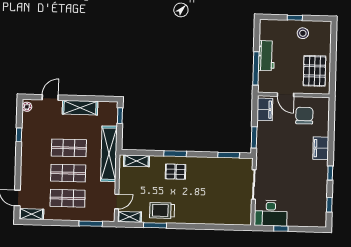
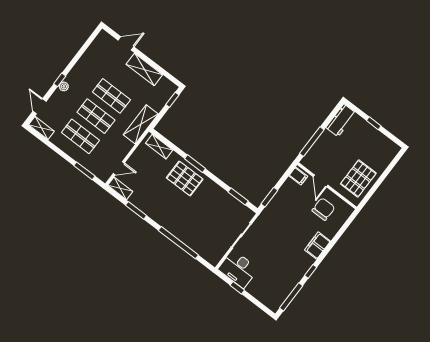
stool: (303, 33) -> (371, 141), removed
workbench: (266, 56) -> (341, 120), moved
plant: (27, 107) -> (64, 86), moved
filing cabinet: (265, 109) -> (298, 176), width x0.50
window: (19, 135) -> (60, 80), moved
shelving: (109, 154) -> (141, 124), width x0.68
pallet: (175, 172) -> (185, 179), width x1.50, depth x1.42
window: (329, 205) -> (291, 297), width x2.17
trolley: (162, 210) -> (151, 202), removed
window: (208, 227) -> (178, 243), added

